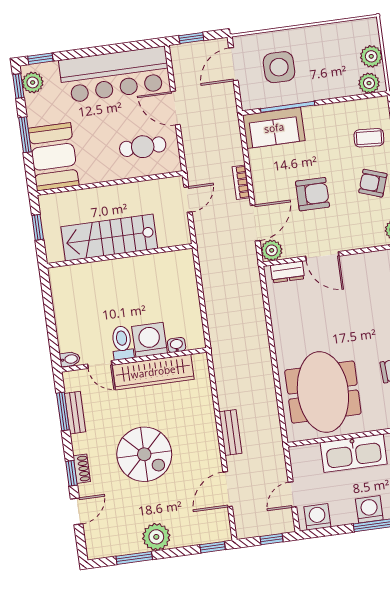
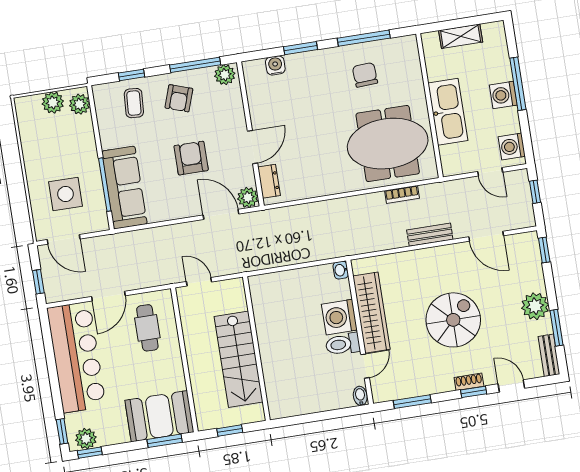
sofa: (274, 128) -> (124, 188), width x1.36
window: (25, 135) -> (165, 441), moved
bookcase: (241, 182) -> (402, 194), moved
washbasin: (177, 345) -> (341, 270), moved
bench: (75, 413) -> (549, 355), moved, turned 90

